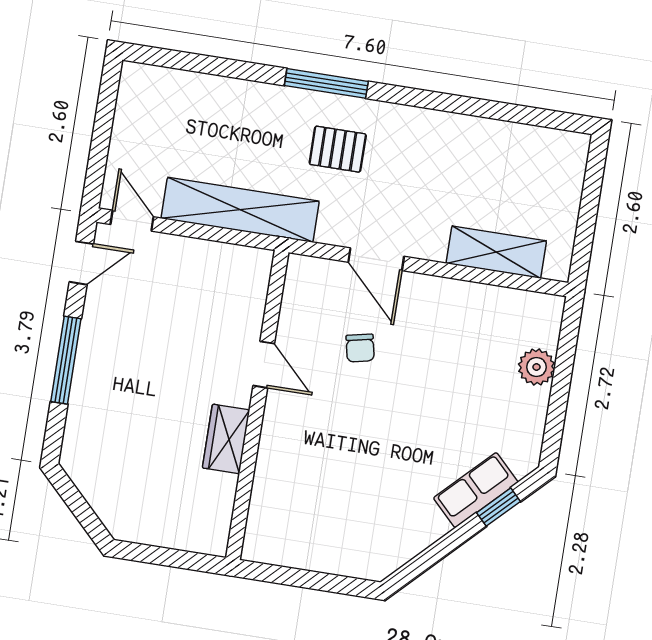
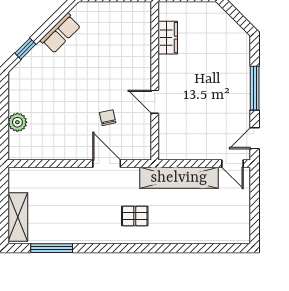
window: (326, 83) -> (52, 248), moved
shelving: (496, 252) -> (18, 217), moved, turned 90
wardrobe: (226, 439) -> (168, 38), moved
row of seats: (476, 490) -> (60, 33), moved

